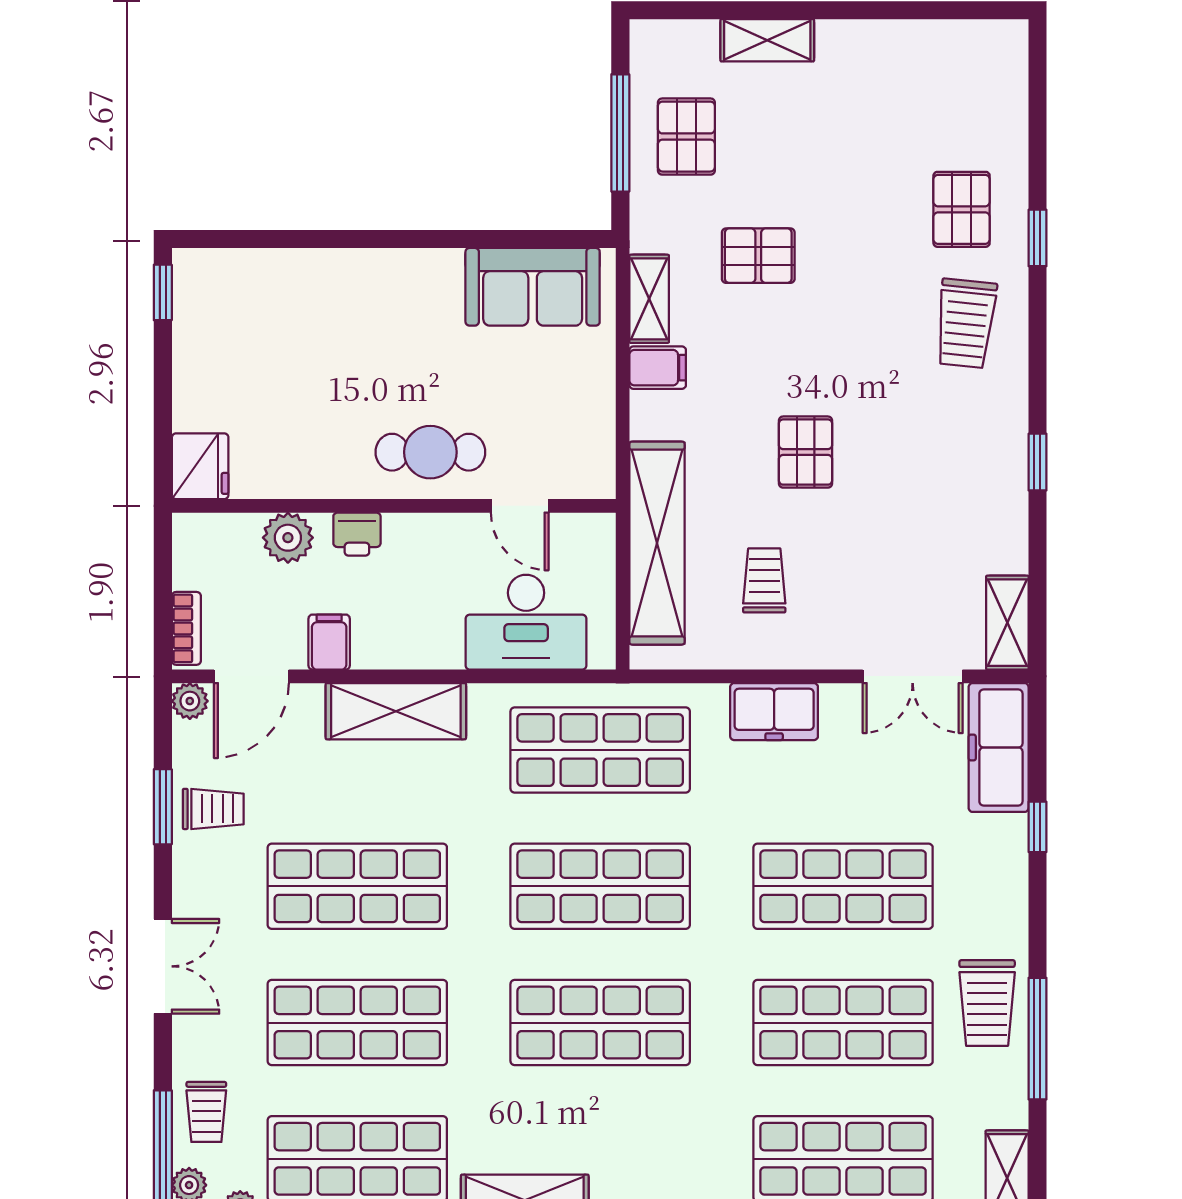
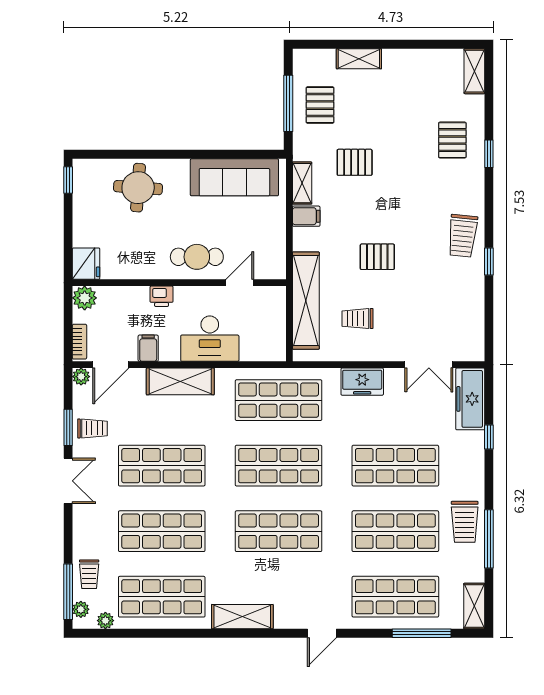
sofa: (533, 287) -> (234, 177), width x1.36
round table: (308, 308) -> (138, 188), added
trolley: (966, 323) -> (463, 236), moved
pallet: (805, 452) -> (377, 257), turned 90
door: (520, 506) -> (240, 283), swing flipped
plant: (288, 538) -> (85, 298), moved
trolley: (764, 580) -> (357, 319), turned -90
desk: (526, 622) -> (210, 339), moved
shelving: (1007, 623) -> (474, 71), moved
double door: (163, 966) -> (68, 481), moved

